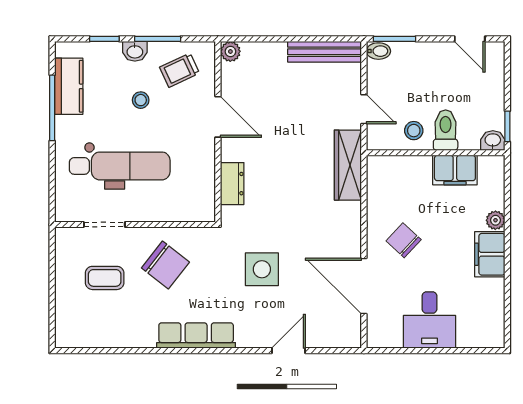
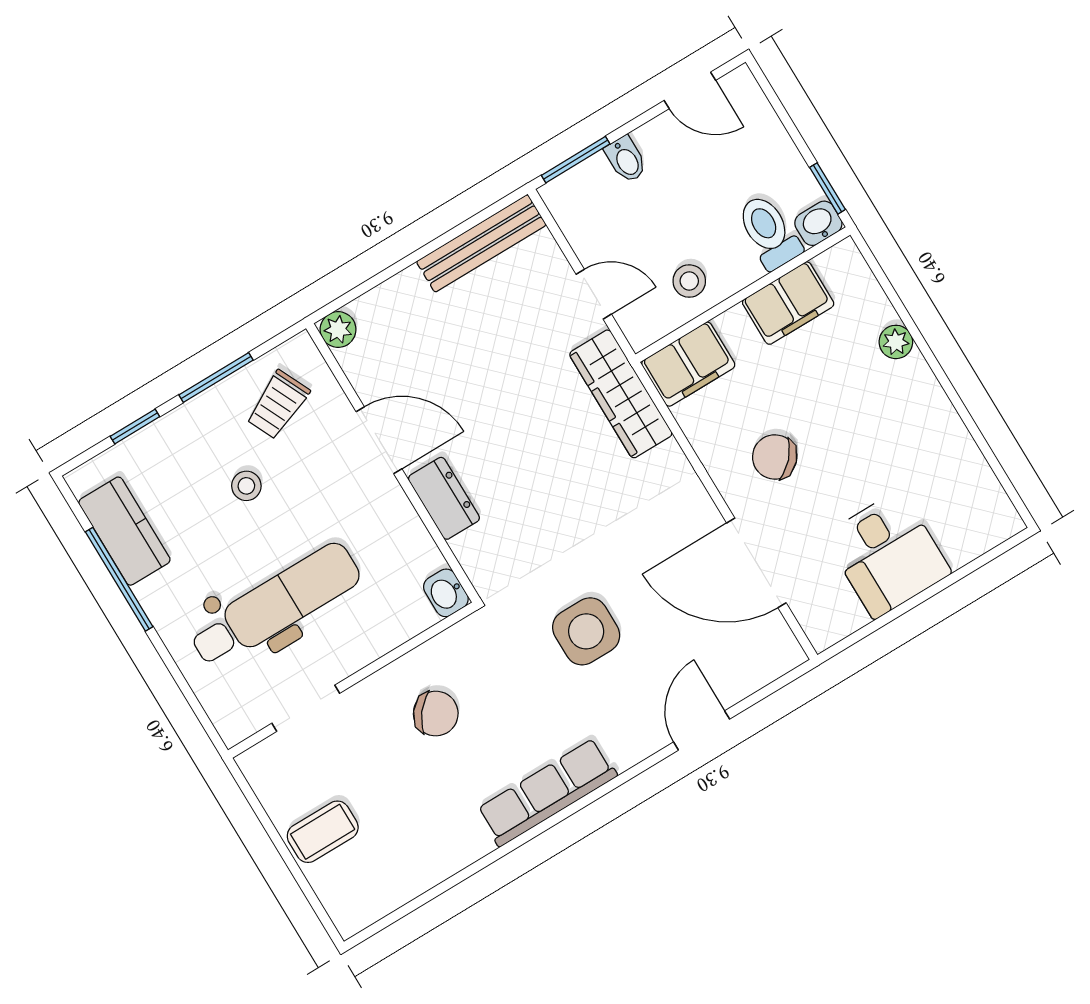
washbasin: (135, 51) -> (446, 593), moved, turned 90
bidet: (378, 51) -> (626, 159), moved, turned 90
toilet: (446, 130) -> (769, 232), moved
dresser: (232, 184) -> (444, 498), moved
filing cabinet: (490, 254) -> (688, 364), moved, turned -90
chair: (165, 265) -> (436, 714), width x0.73, depth x0.73
coffee table: (105, 278) -> (323, 832), moved

